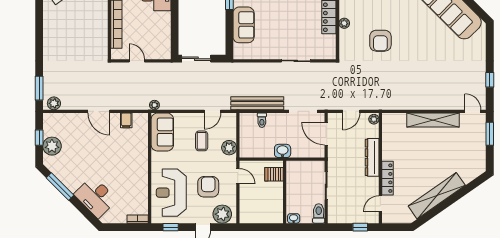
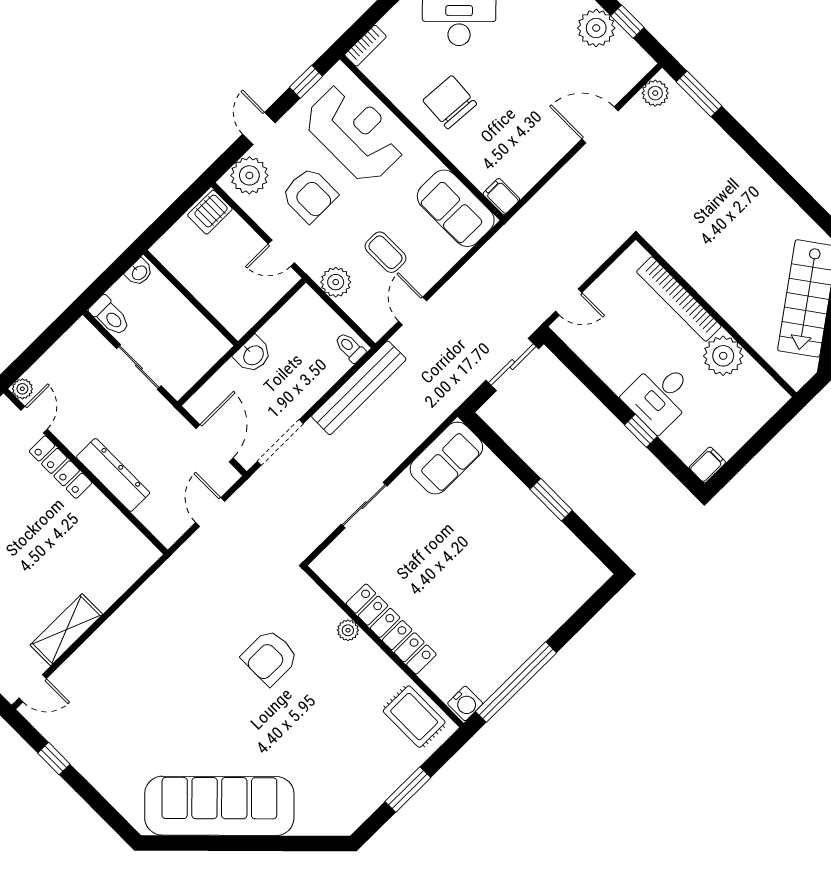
sofa: (244, 25) -> (446, 458), moved, turned -90
armchair: (380, 41) -> (270, 657), turned -90
door: (137, 61) -> (569, 302), moved
plant: (154, 105) -> (506, 236), removed
door: (99, 111) -> (600, 125), moved
plant: (374, 119) -> (22, 389), moved
filing cabinet: (126, 120) -> (501, 197), moved
toilet: (262, 120) -> (350, 347), moved
shelving: (433, 120) -> (66, 630), width x0.68
door: (326, 134) -> (215, 443), hinge flipped
chair: (128, 171) -> (450, 102), added
server rack: (274, 174) -> (210, 212), moved, turned 180
window: (360, 227) -> (29, 356), removed

